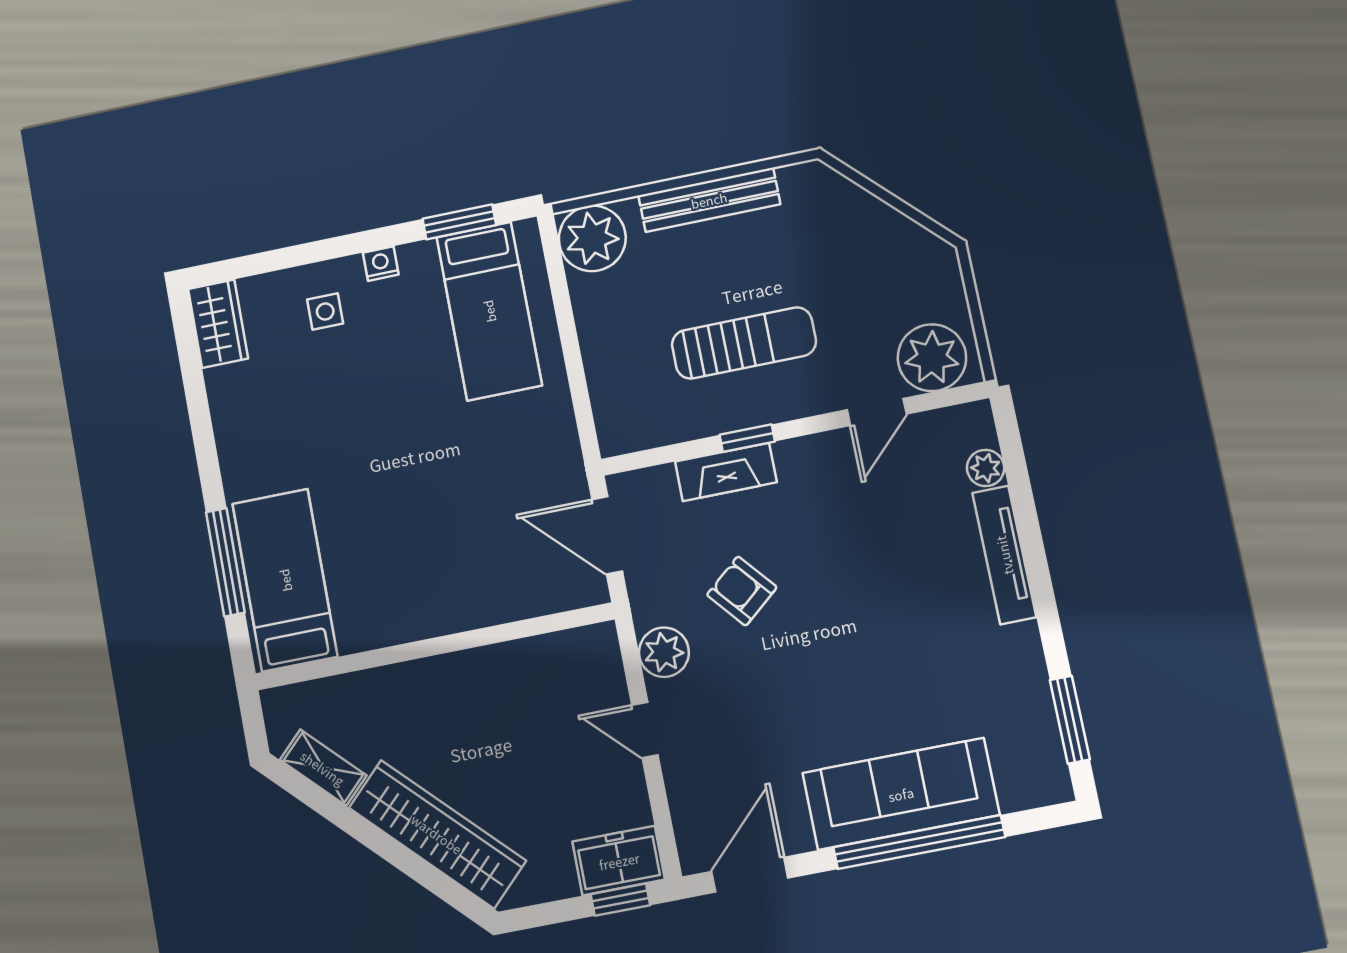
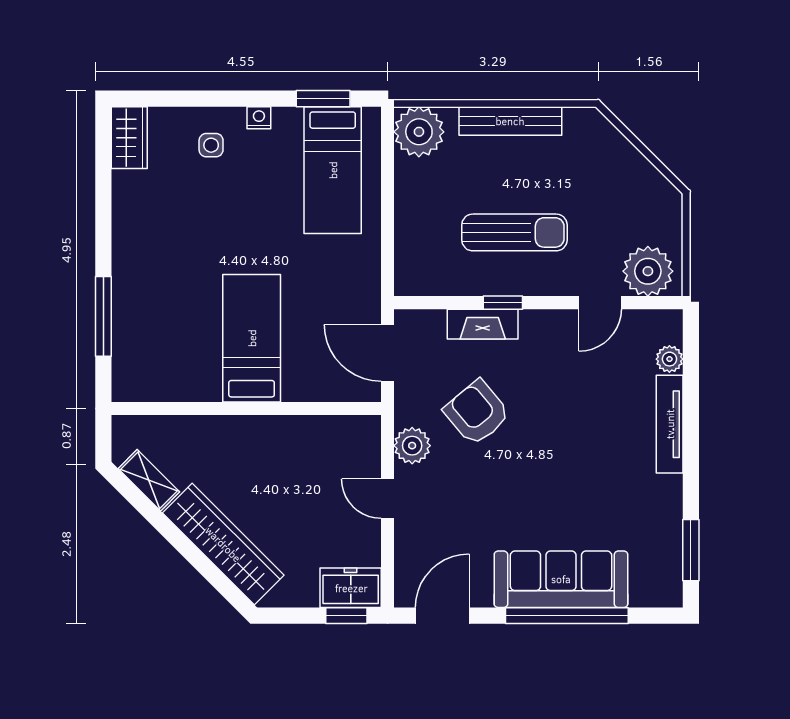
bed: (285, 580) -> (252, 338), moved
armchair: (742, 591) -> (477, 413), width x1.38, depth x1.38

